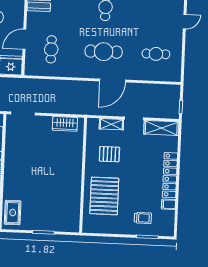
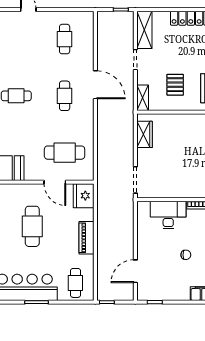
cafe table: (51, 49) -> (65, 153), width x1.37, depth x1.35
cafe table: (104, 52) -> (65, 96), width x0.73, depth x0.74
shelving: (111, 124) -> (143, 98), moved

